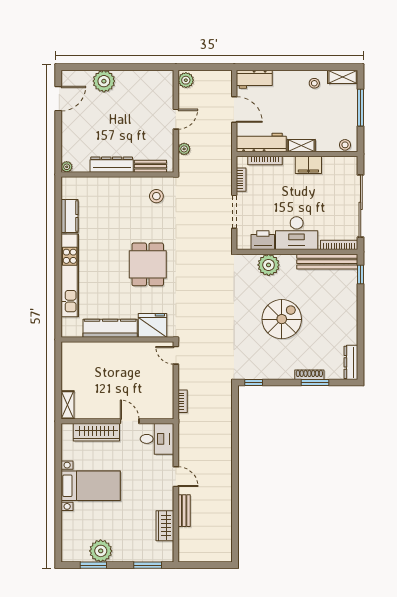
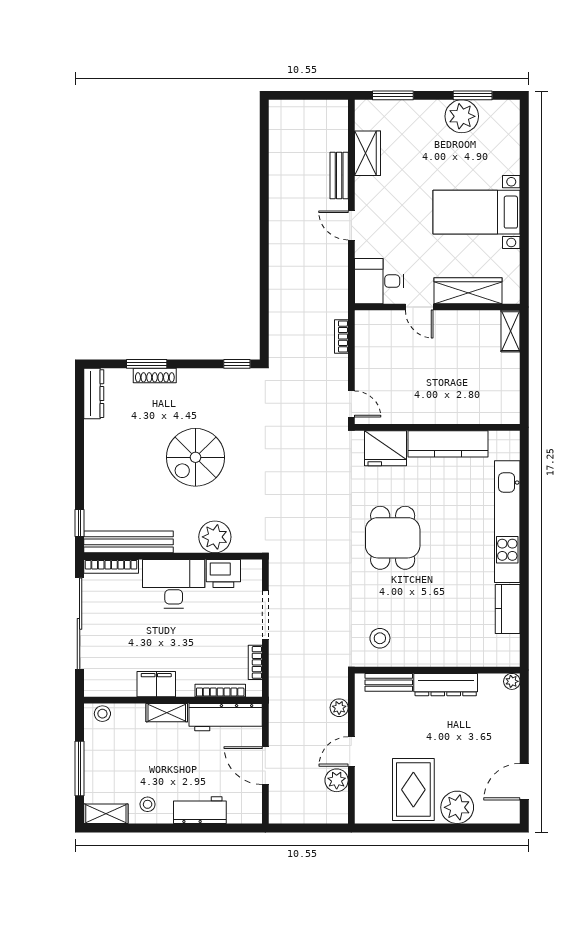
workbench: (254, 79) -> (200, 810), moved
plant: (186, 80) -> (337, 780), moved
rug: (134, 93) -> (413, 790), added

